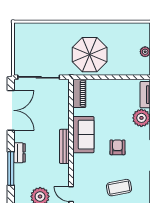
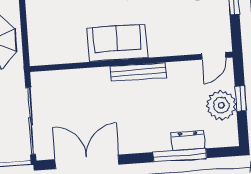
piano: (79, 93) -> (52, 54), removed
dresser: (20, 153) -> (188, 141), moved

